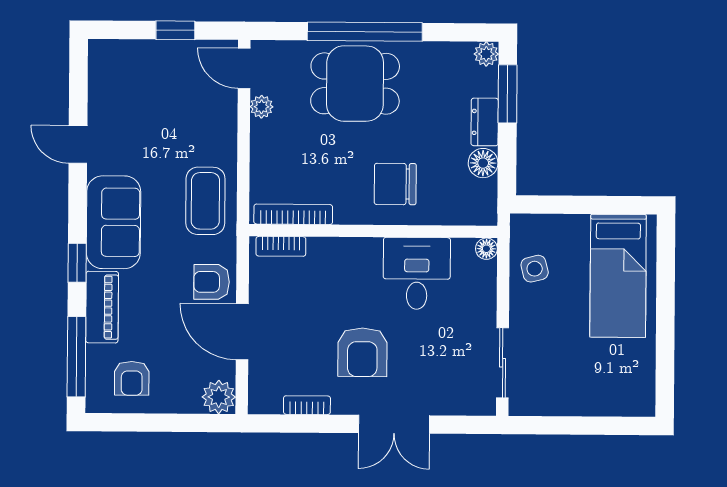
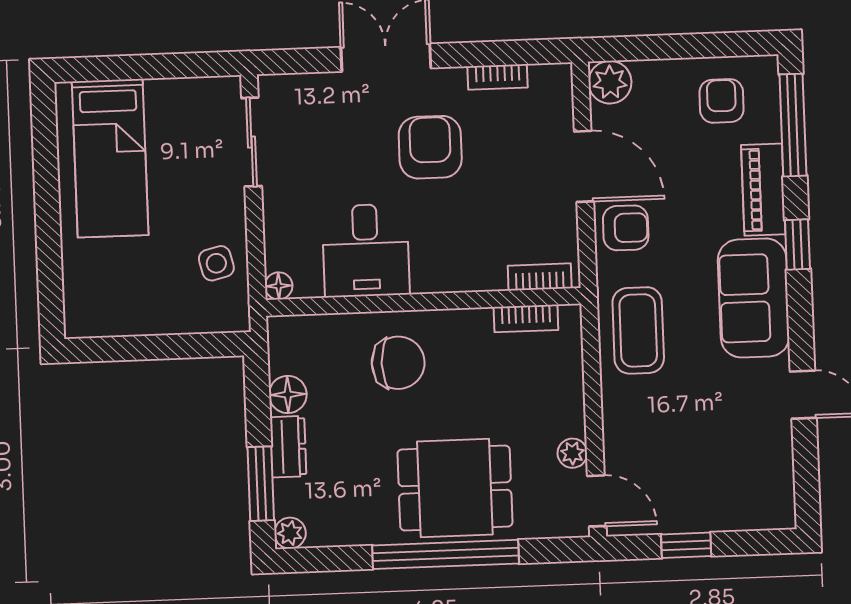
bookcase: (293, 214) -> (526, 318), width x0.64
bed: (618, 276) -> (110, 158), moved, turned 180

